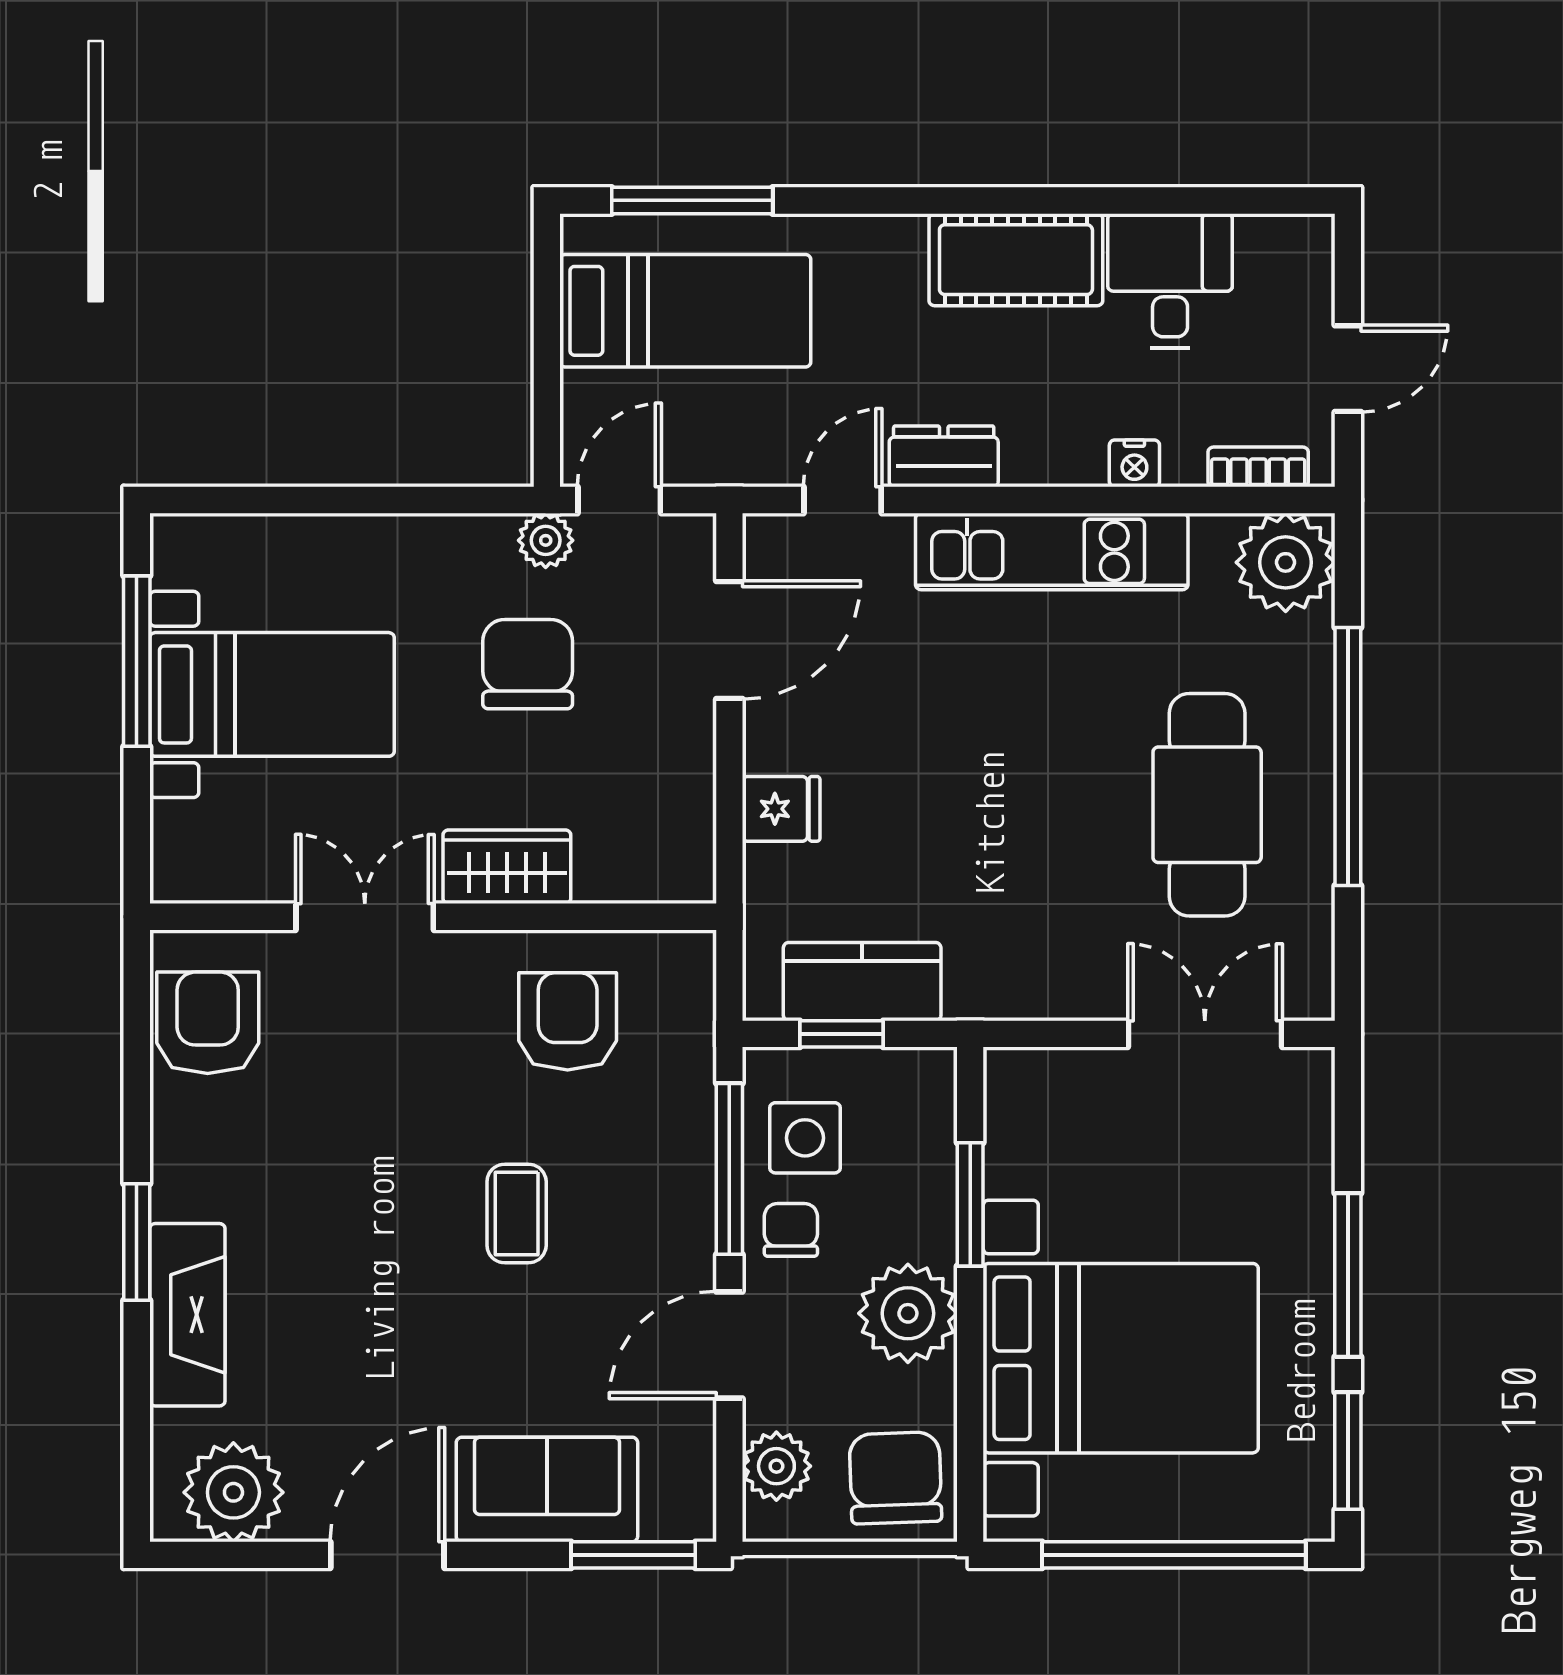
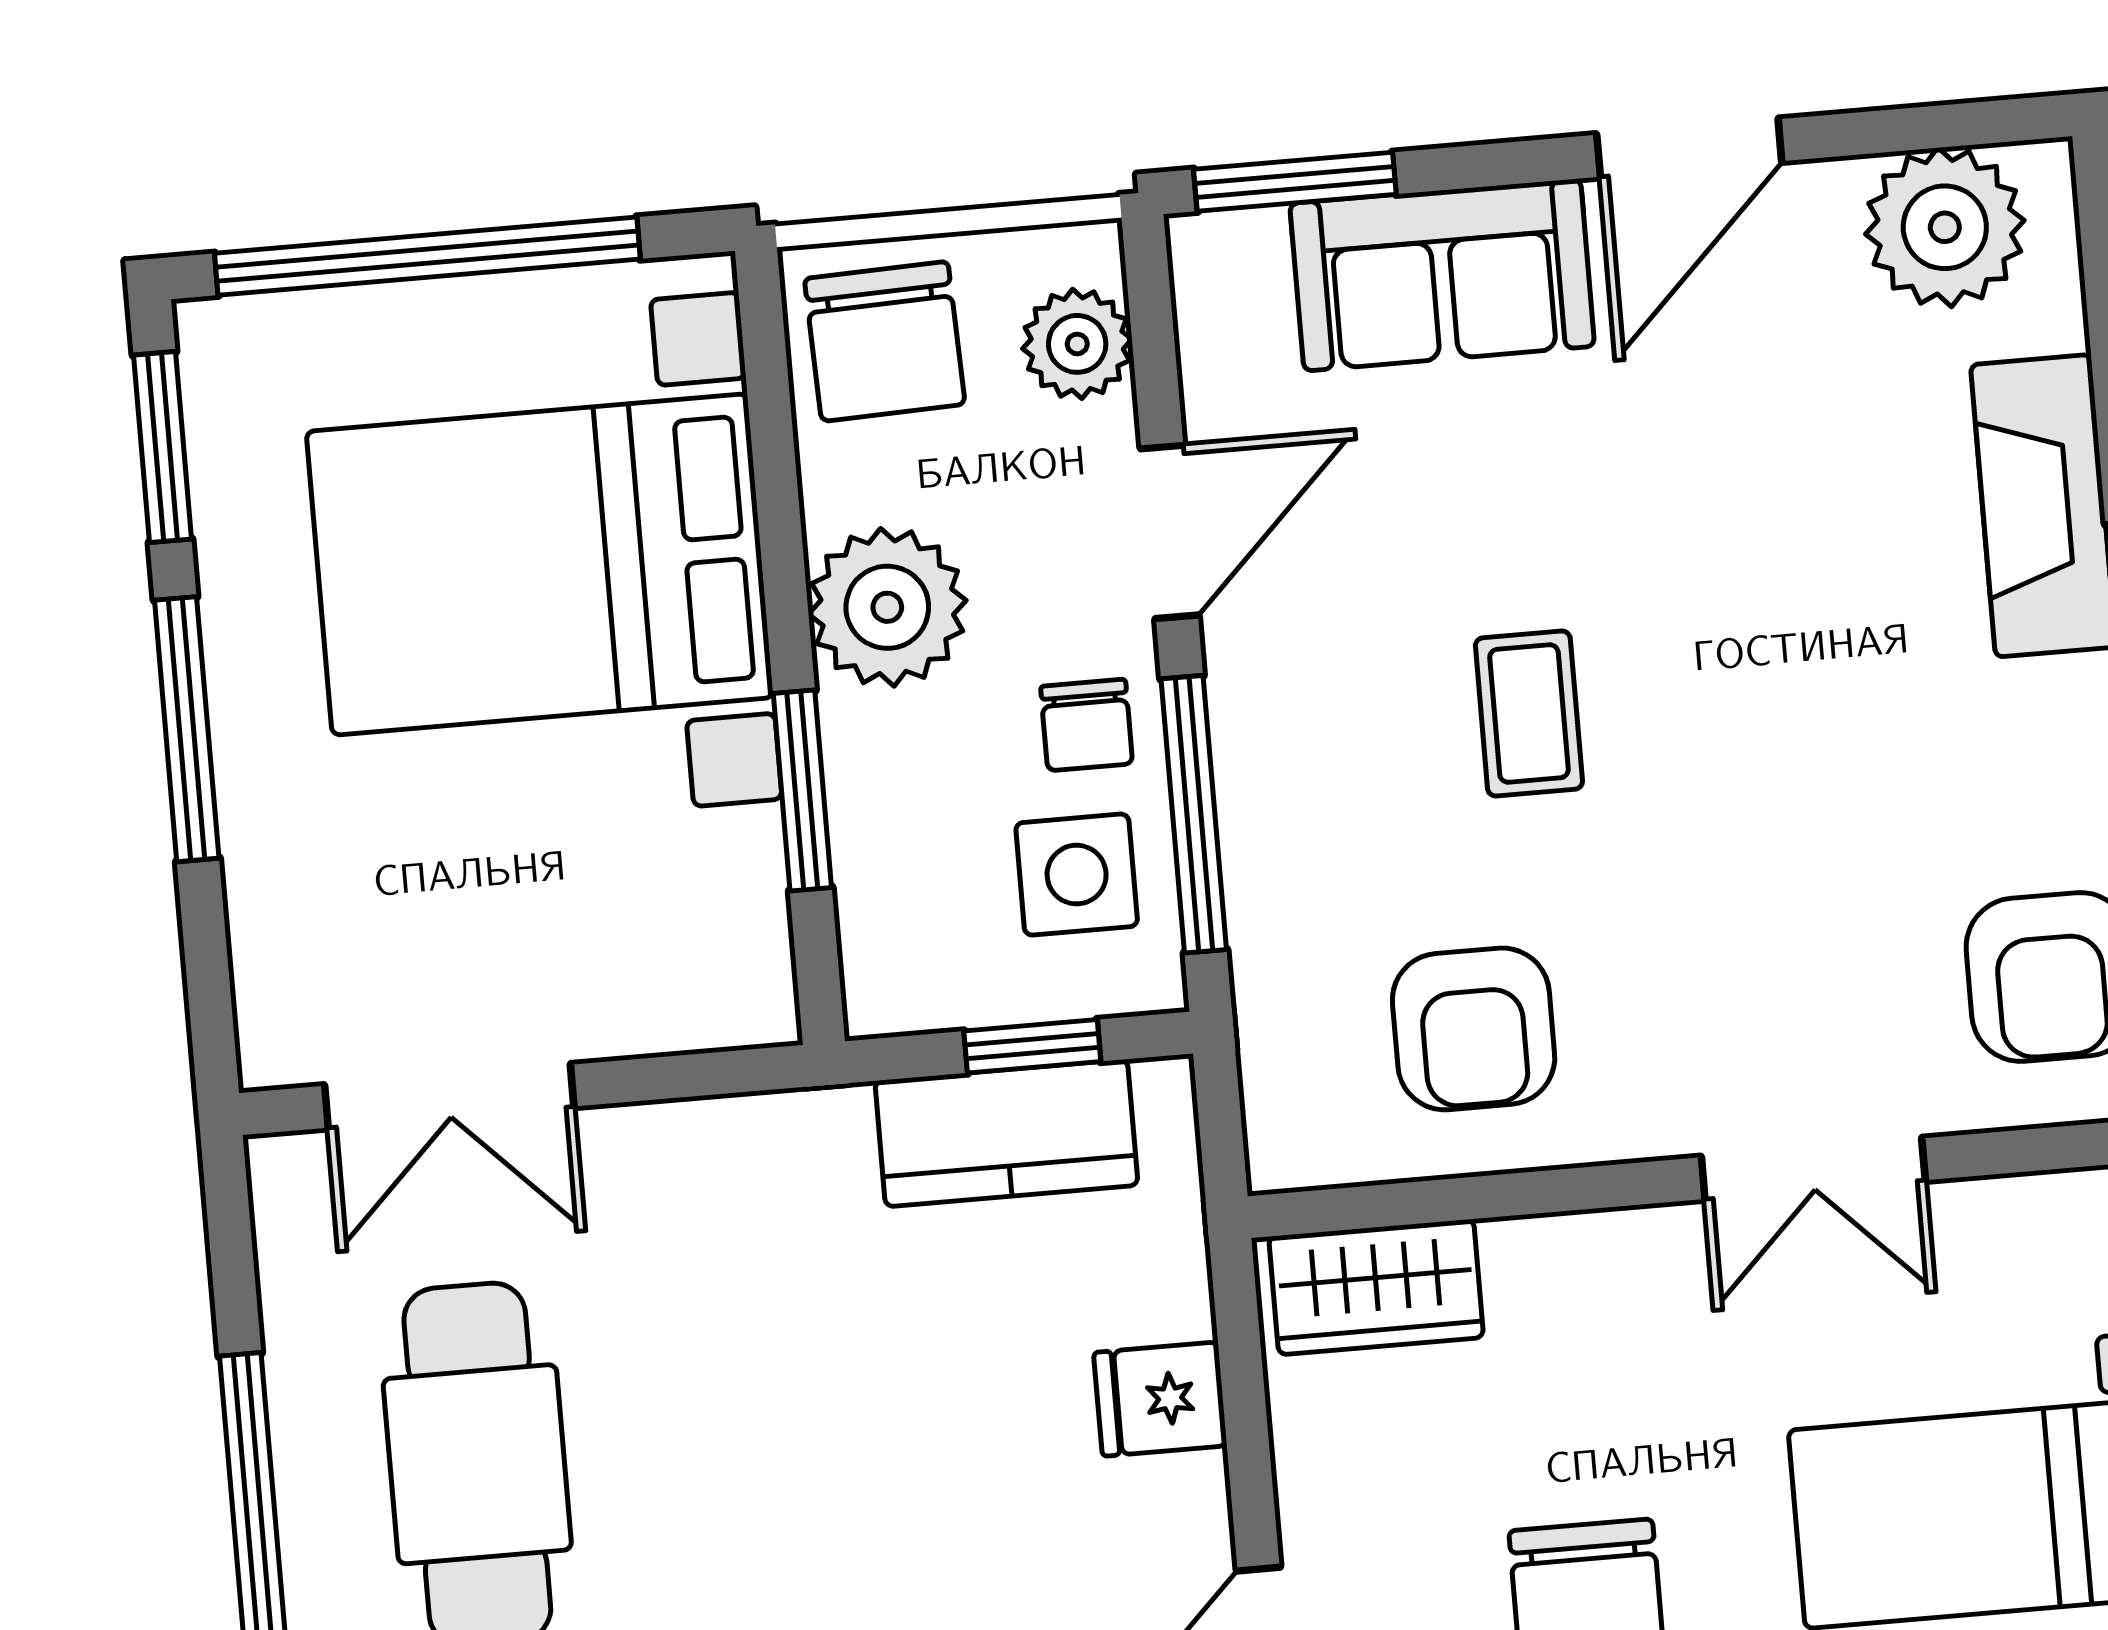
wardrobe: (507, 867) -> (1376, 1287), moved

